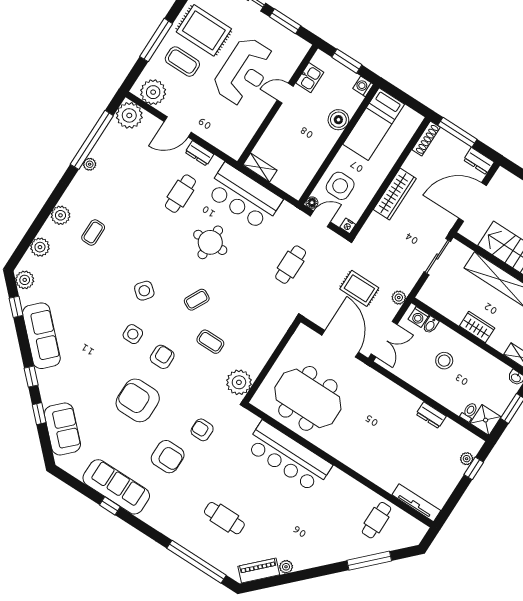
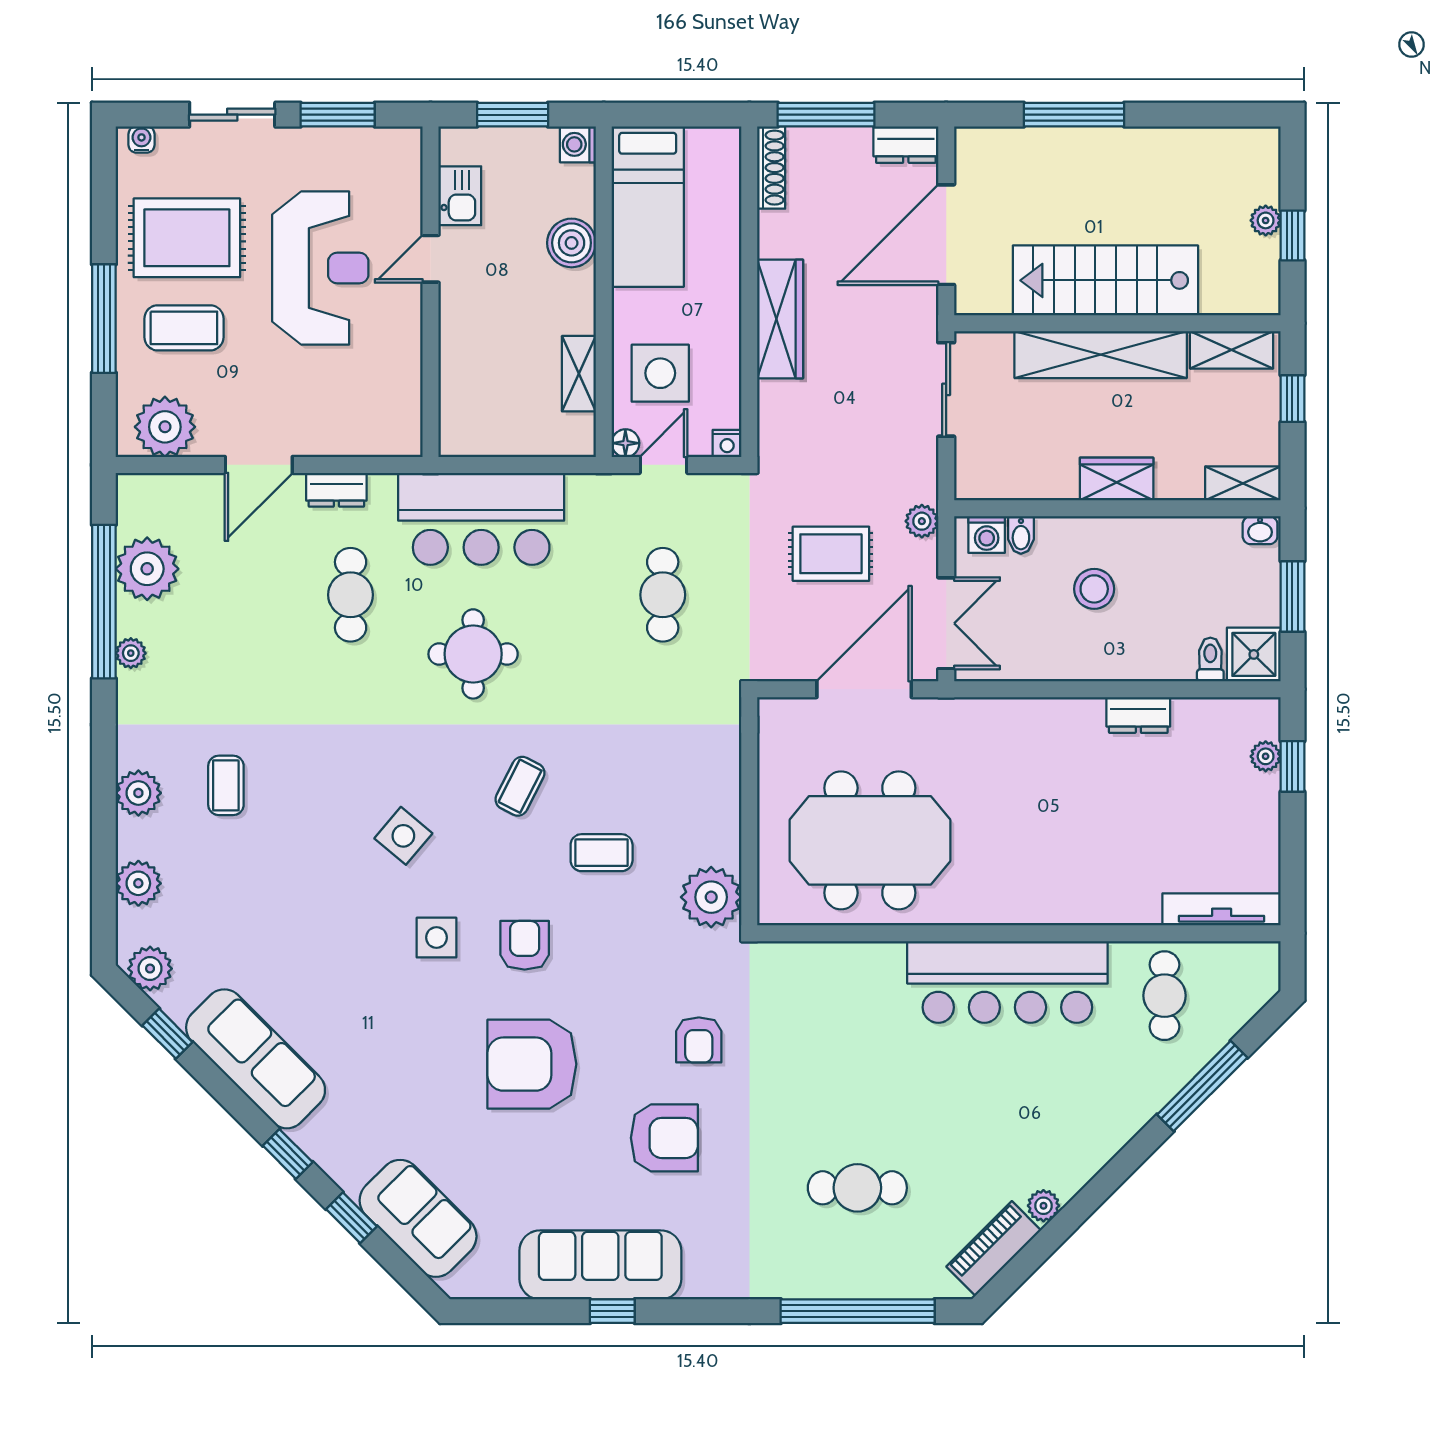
plant: (129, 115) -> (147, 569), moved
shelving: (260, 168) -> (579, 374), moved, turned 90
door: (340, 344) -> (864, 689), hinge flipped
armchair: (202, 430) -> (699, 1040), turned -90
bar counter: (288, 457) -> (1007, 982), moved

